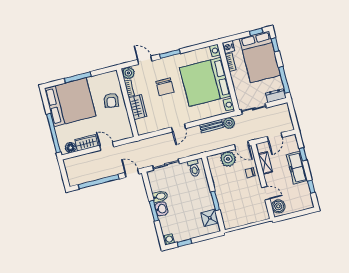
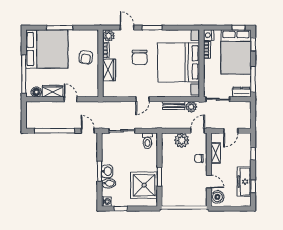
door: (242, 145) -> (198, 131), swing flipped
freezer: (297, 168) -> (244, 182), moved
bidet: (160, 196) -> (109, 183), moved
shower: (210, 218) -> (144, 185), width x1.86, depth x1.86

